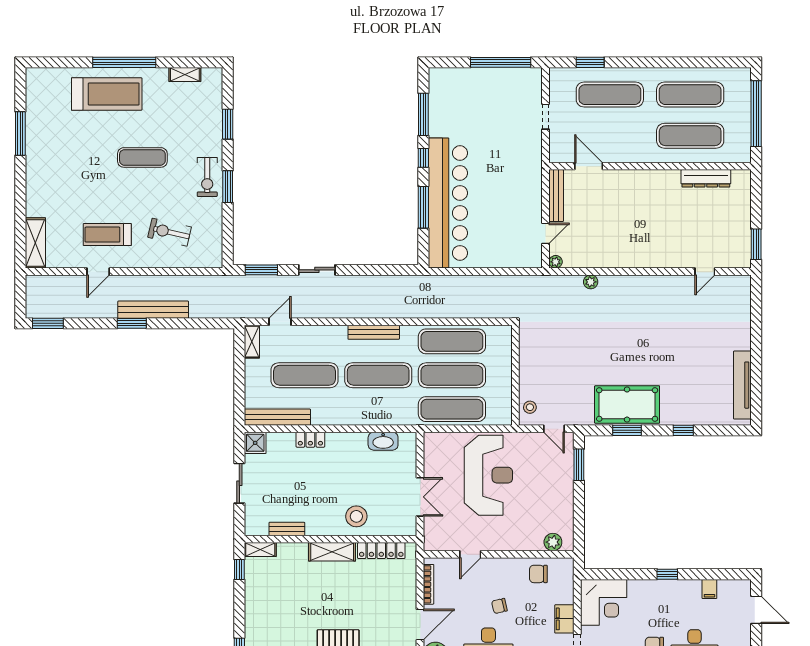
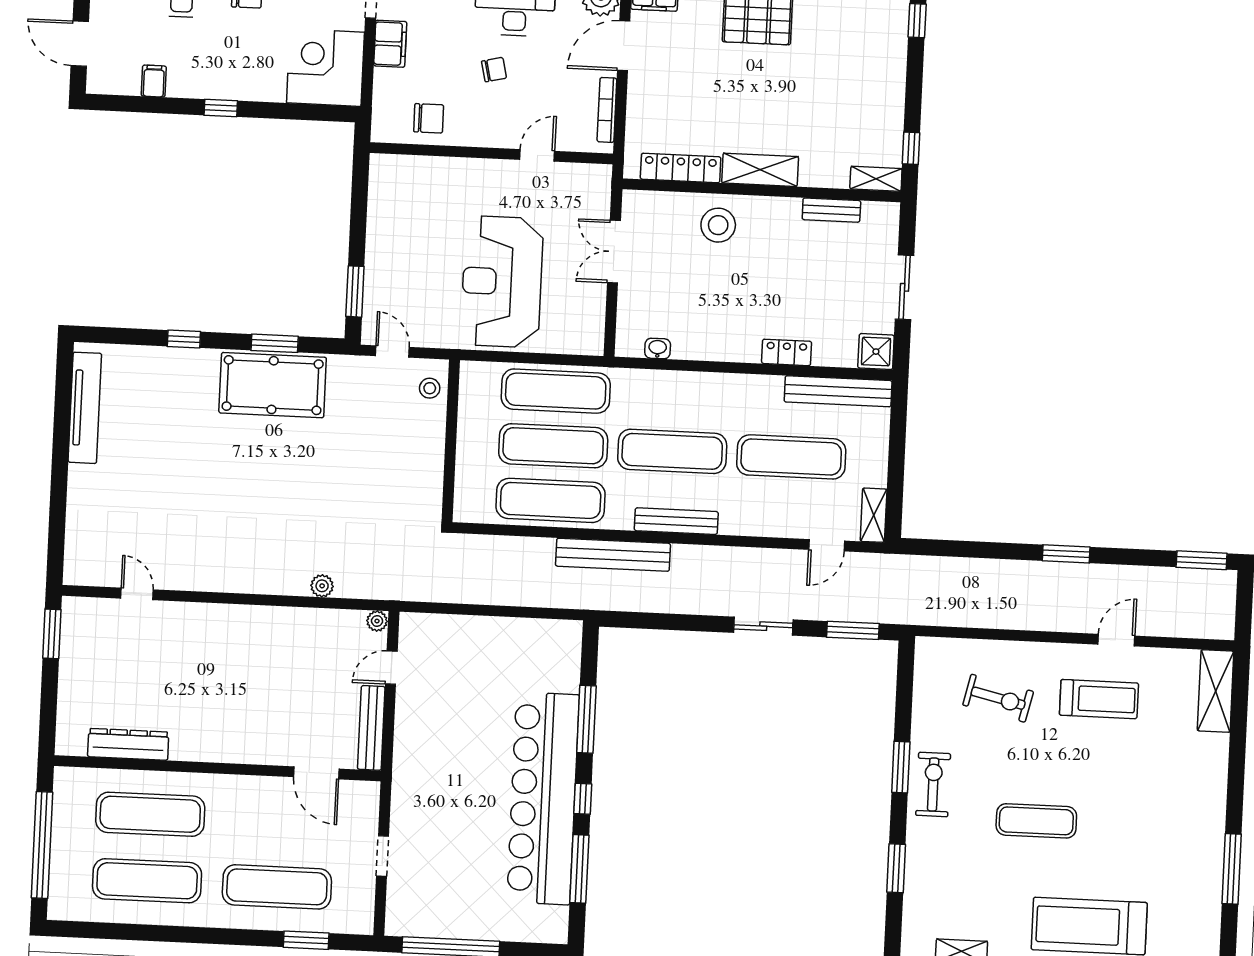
bar counter: (448, 203) -> (543, 798), moved
door: (705, 272) -> (137, 594), hinge flipped
bench: (153, 310) -> (613, 555), moved
washbasin: (383, 441) -> (658, 348), width x0.52, depth x0.69
plant: (553, 542) -> (403, 169), removed

